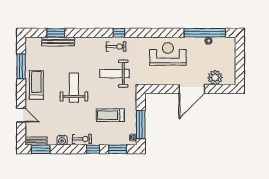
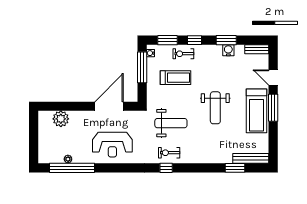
bench: (58, 41) -> (251, 158), moved
window: (21, 66) -> (273, 108), moved
treadmill: (36, 85) -> (256, 111), width x1.37, depth x1.38
door: (192, 89) -> (109, 106), moved
exercise bike: (82, 139) -> (183, 54), moved
window: (41, 149) -> (226, 40), moved

